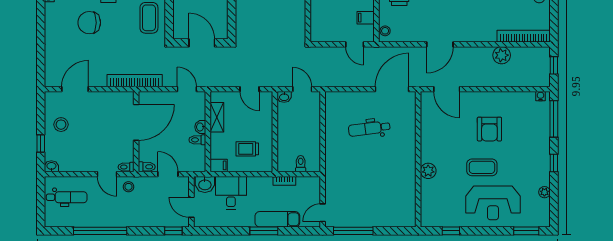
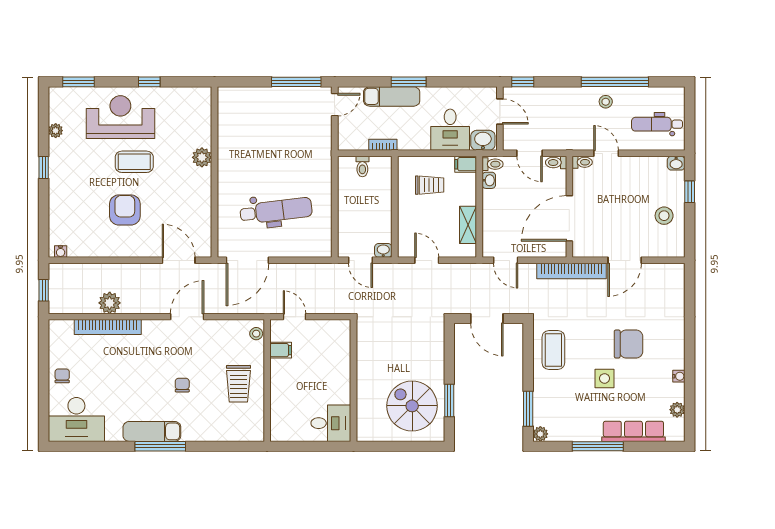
bookcase: (524, 36) -> (108, 327), moved
door: (75, 89) -> (625, 260), moved
window: (554, 119) -> (44, 223), removed
washbasin: (200, 127) -> (489, 180), moved
dental chair: (369, 129) -> (276, 211), width x1.36, depth x1.38
toilet: (197, 140) -> (492, 164), moved
stool: (128, 187) -> (606, 102), moved
window: (451, 231) -> (149, 82), moved

